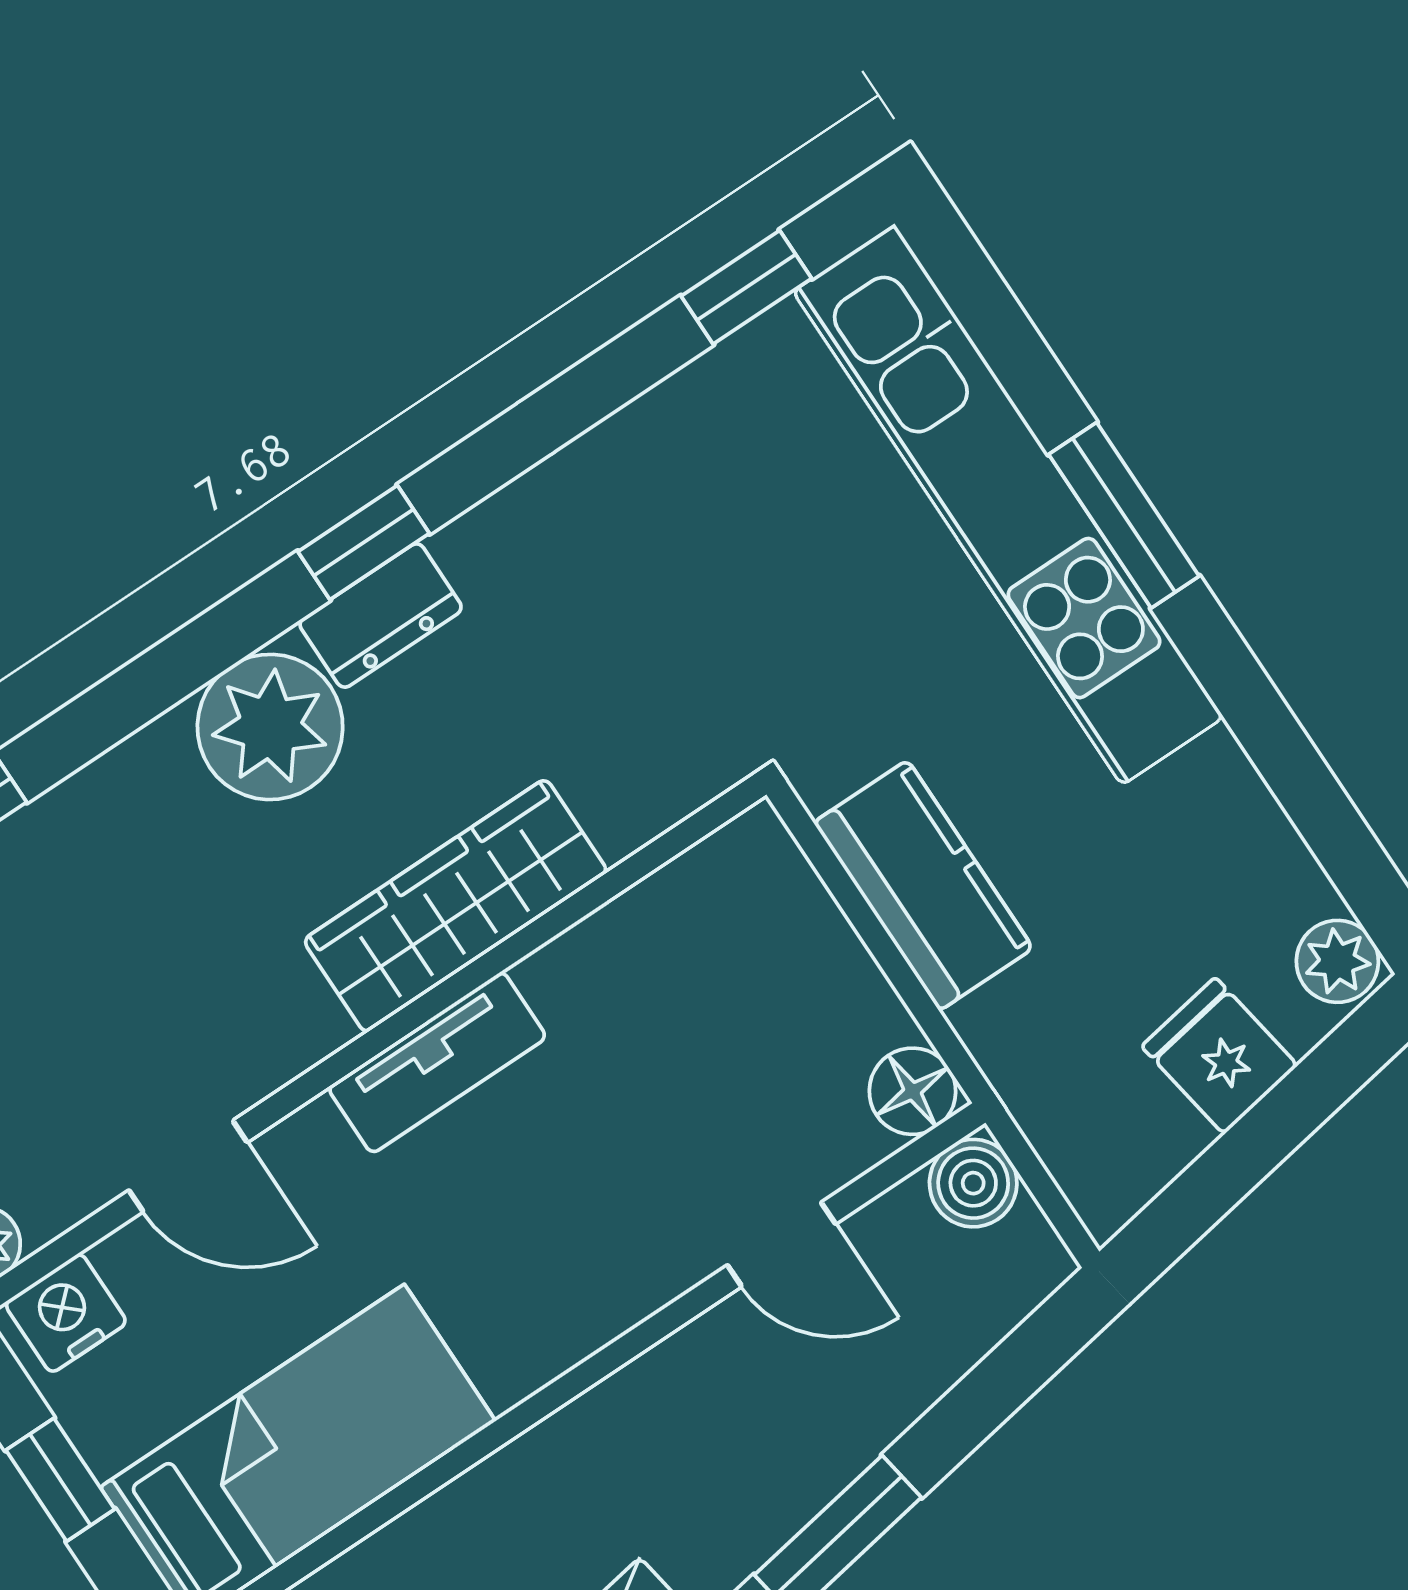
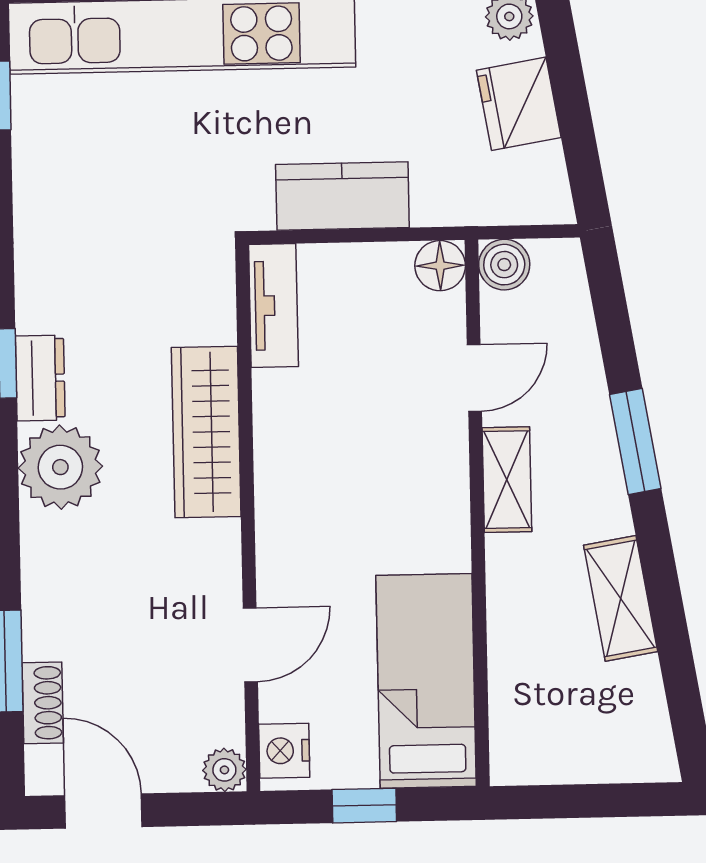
fridge: (1220, 1056) -> (519, 104), width x1.38
tv unit: (437, 1062) -> (273, 306), moved
shelving: (664, 1385) -> (507, 480), added

